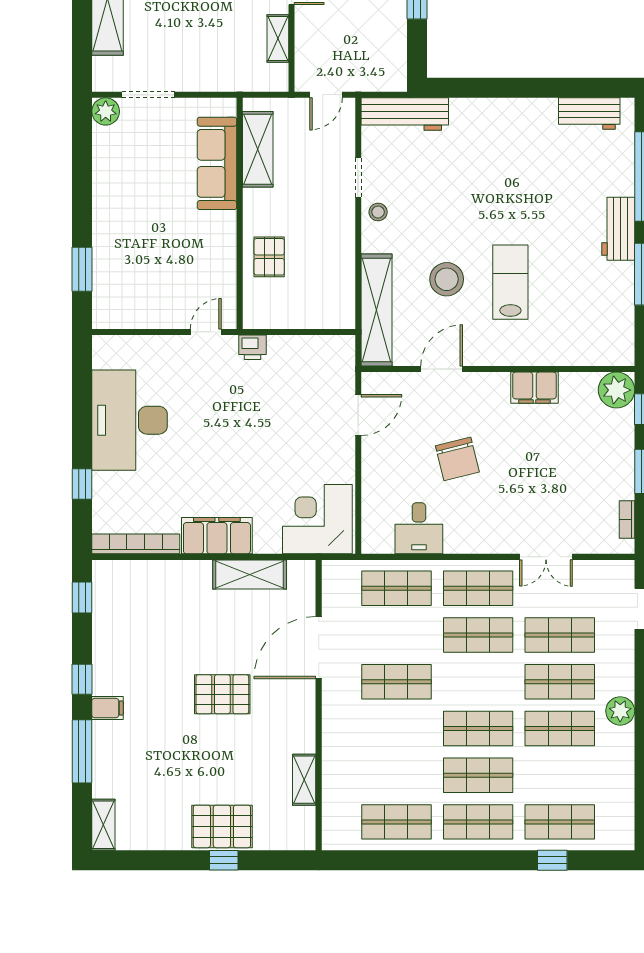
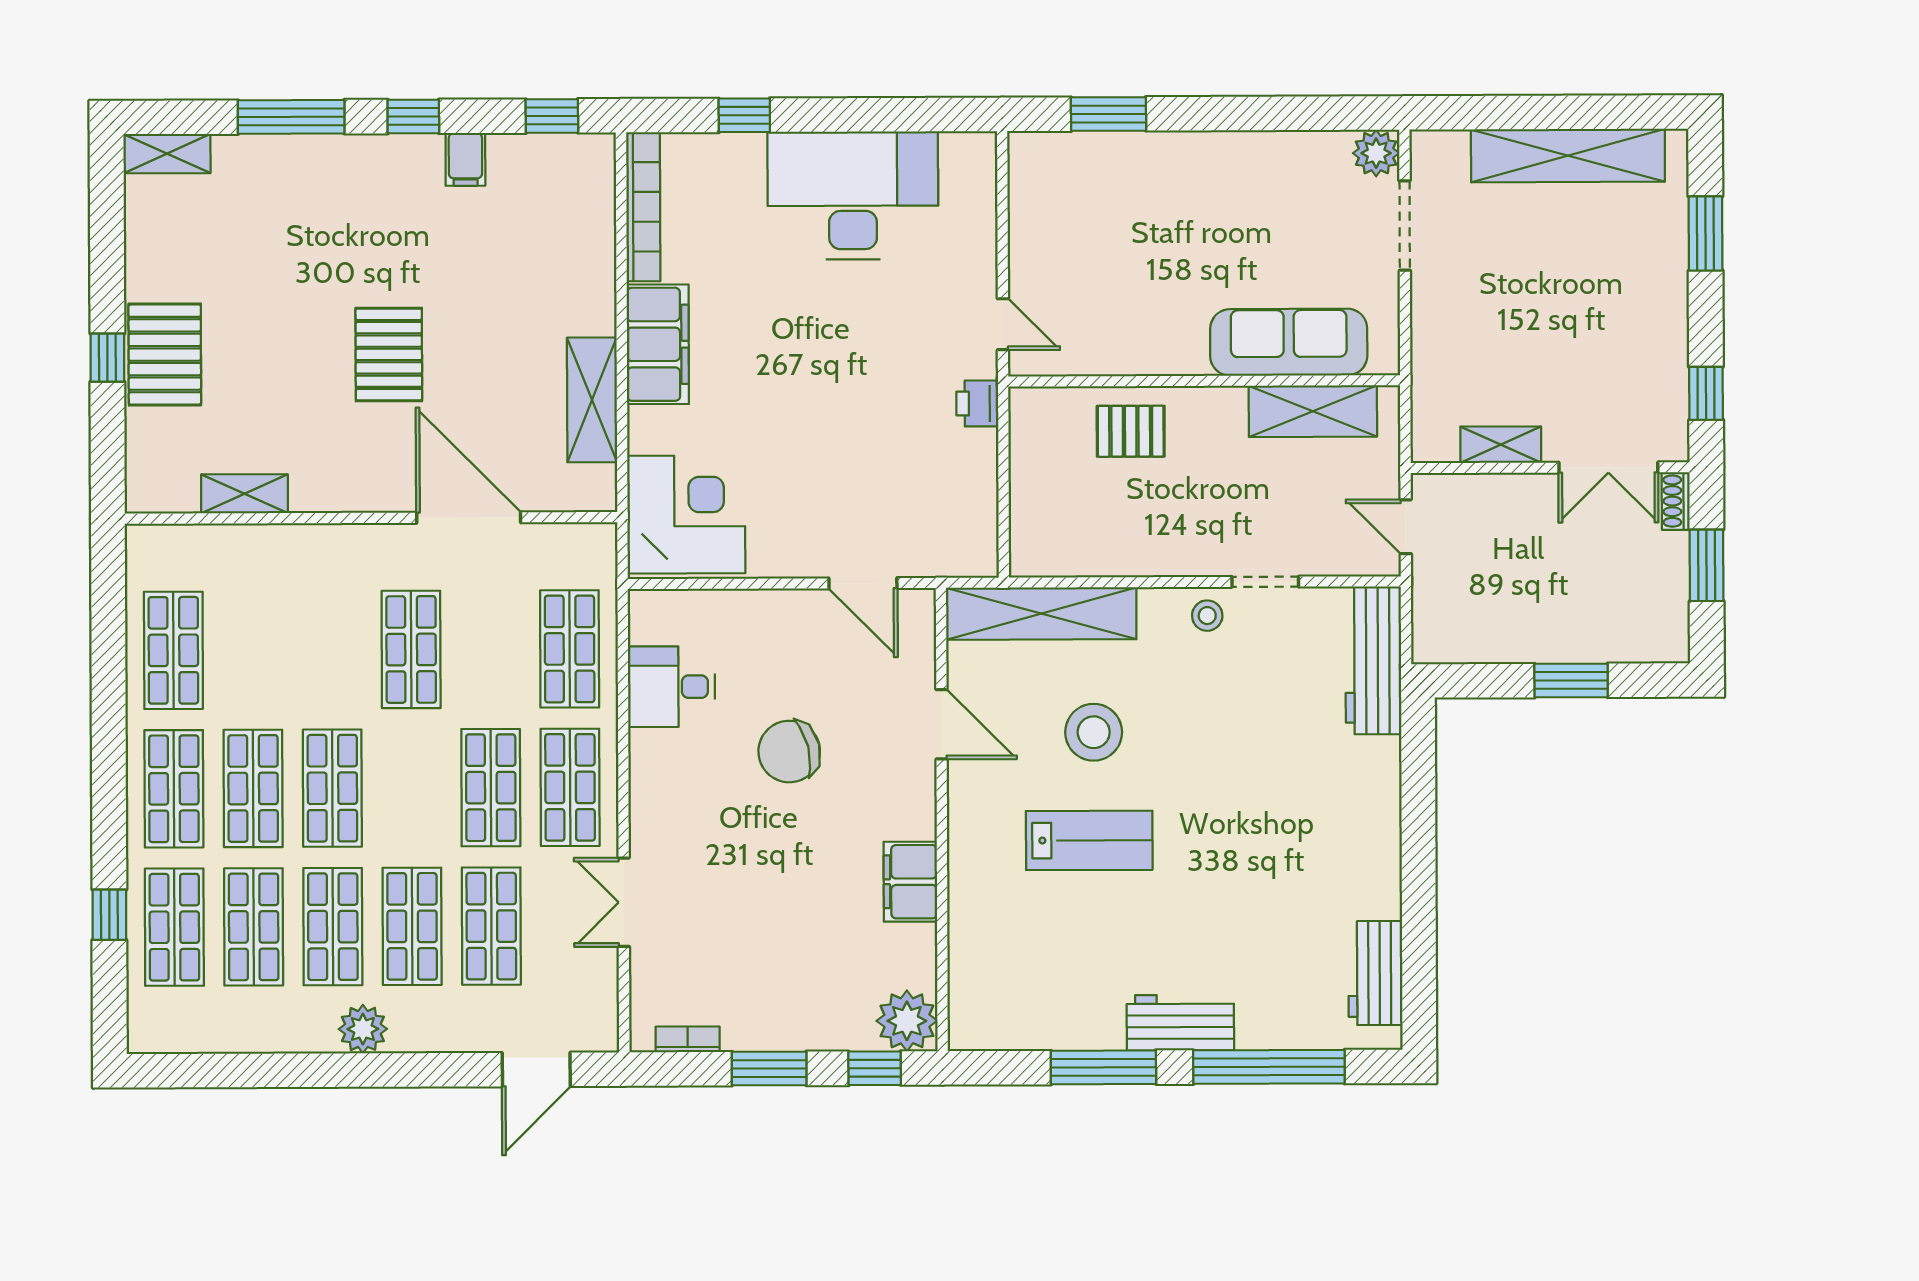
filing cabinet: (107, 708) -> (465, 159), moved
shop shelf: (560, 775) -> (254, 927), added

